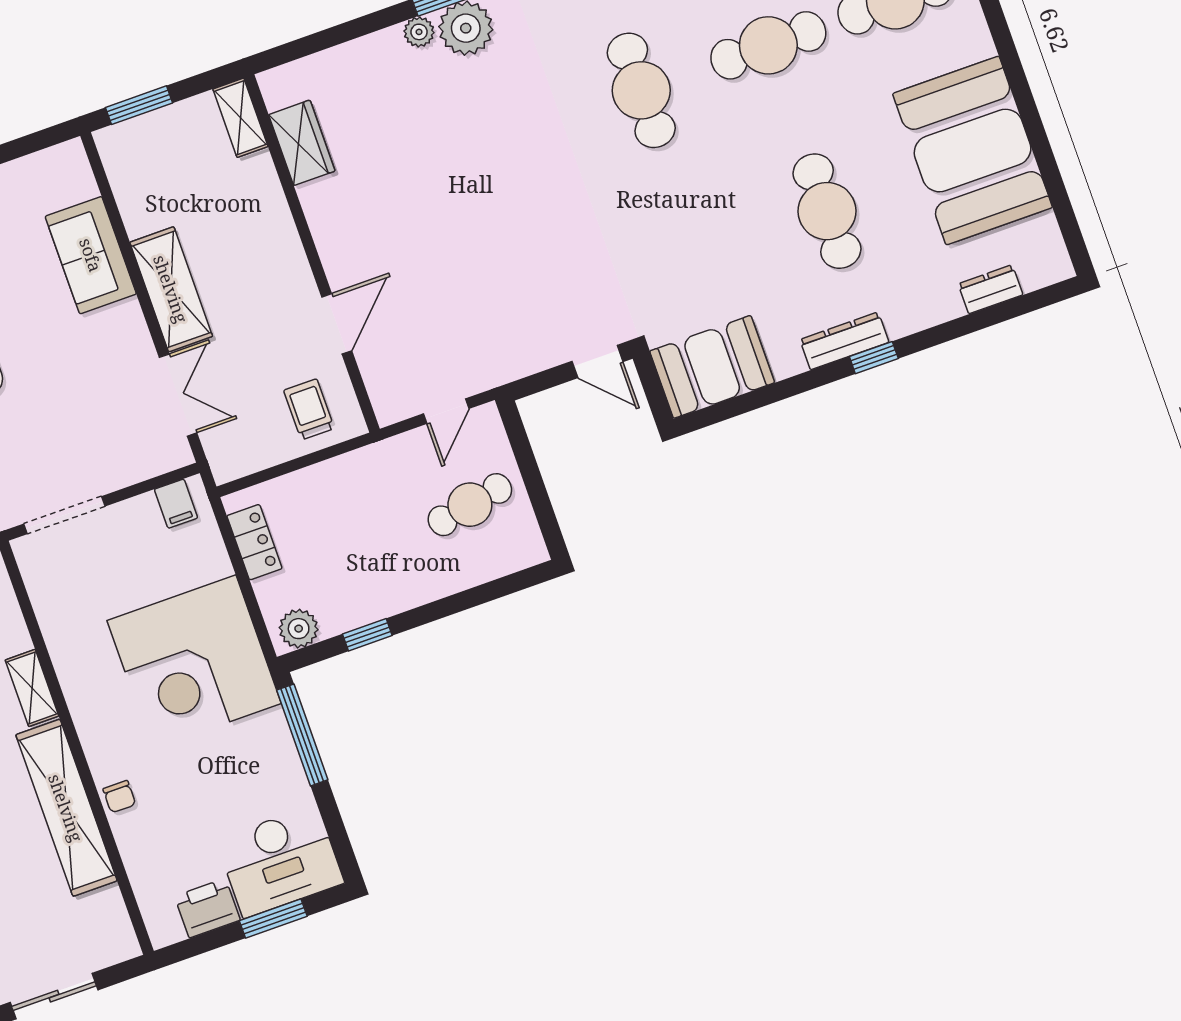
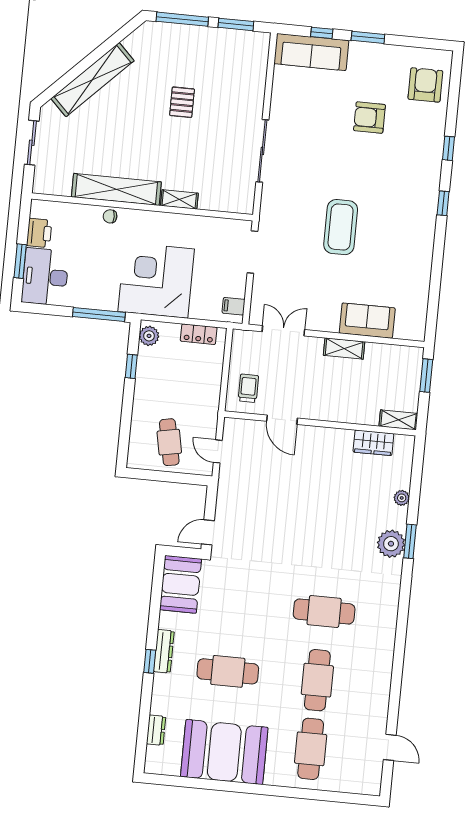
plant: (419, 32) -> (402, 498), moved
shelving: (171, 289) -> (344, 348), width x0.67, depth x0.75
double door: (178, 395) -> (283, 331), swing flipped
trolley: (309, 409) -> (248, 388), turned -90

